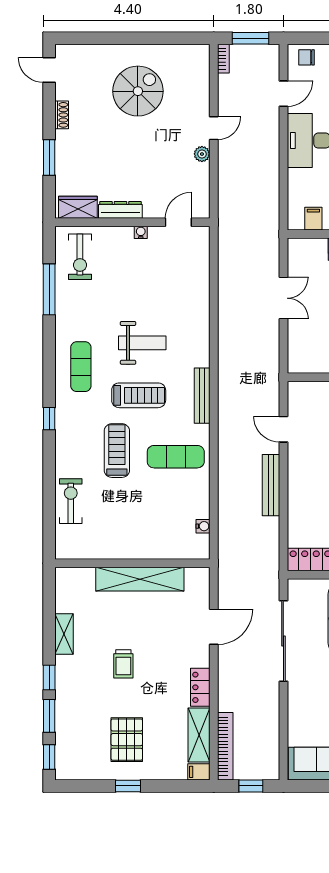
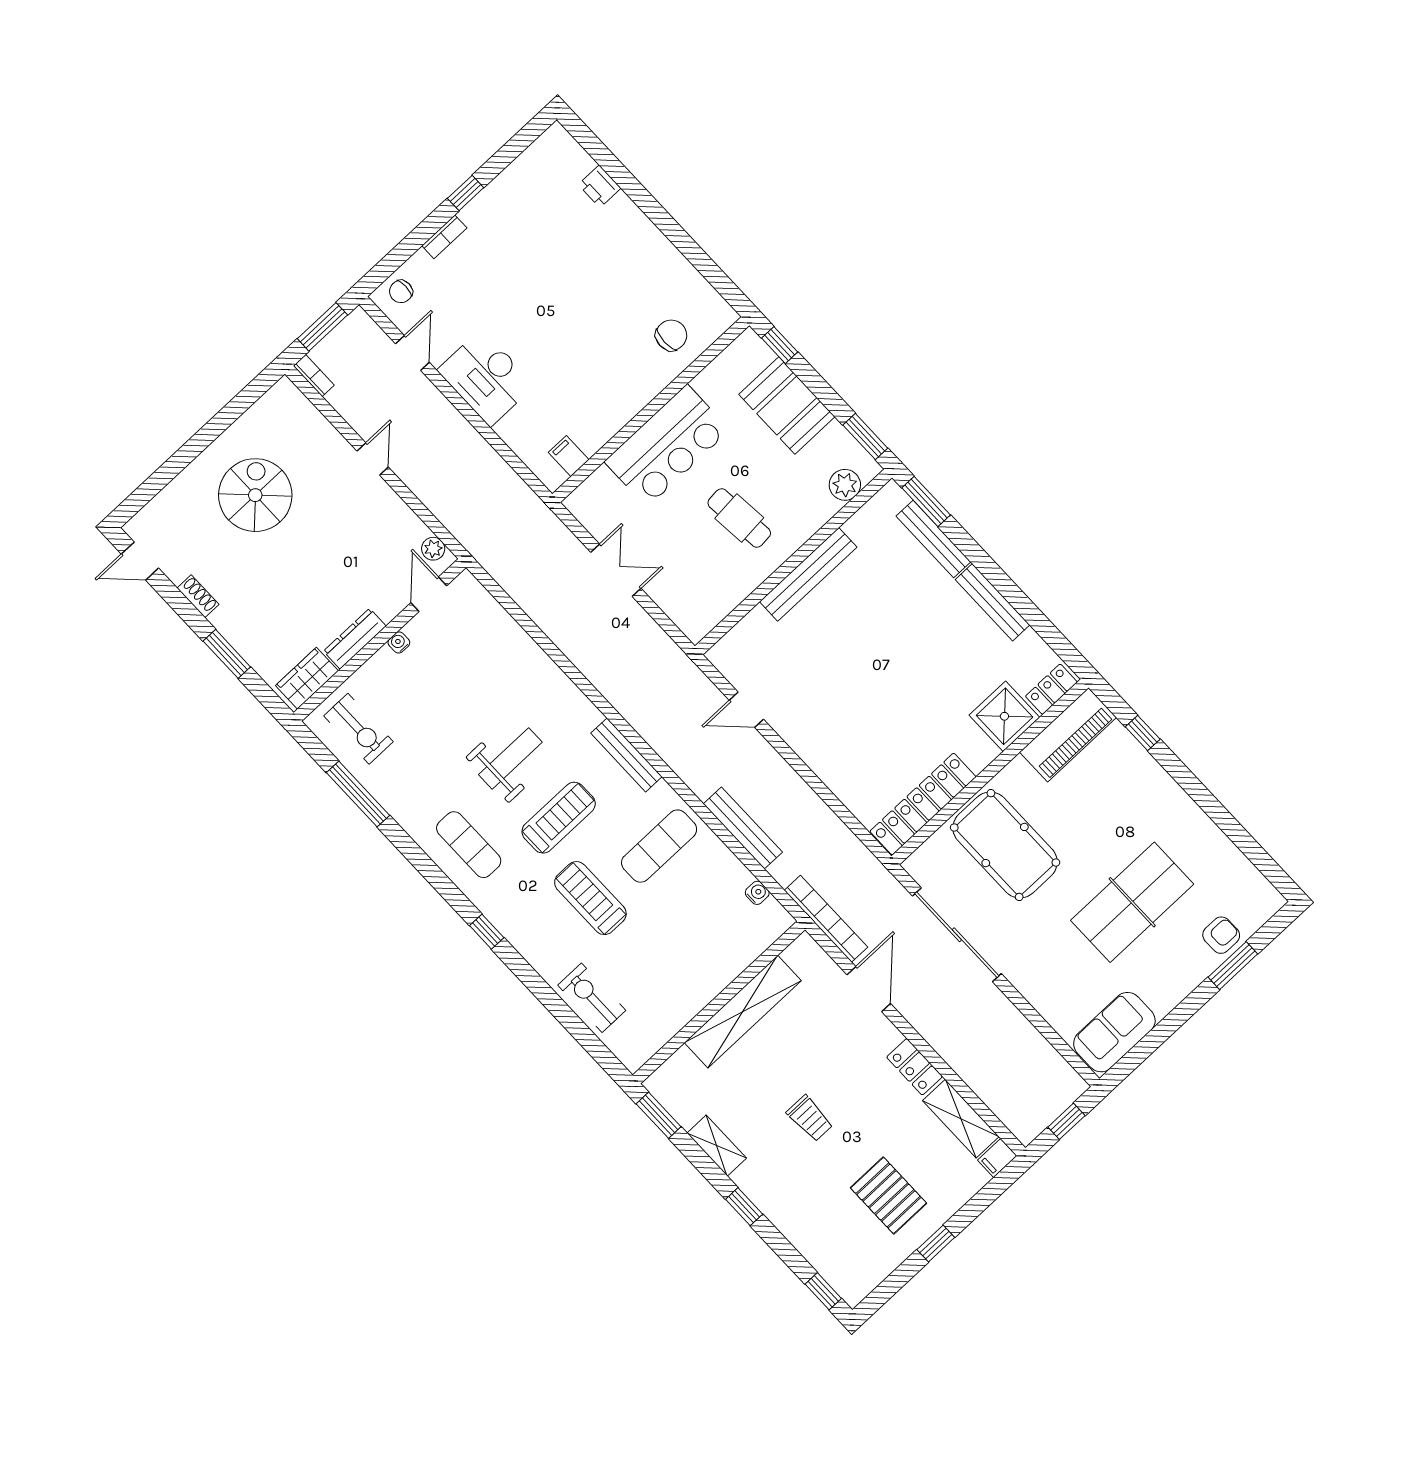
plant: (202, 154) -> (433, 549), moved
bench: (271, 485) -> (743, 828), moved
window: (49, 716) -> (659, 1115), moved
bookcase: (225, 746) -> (826, 919), moved

